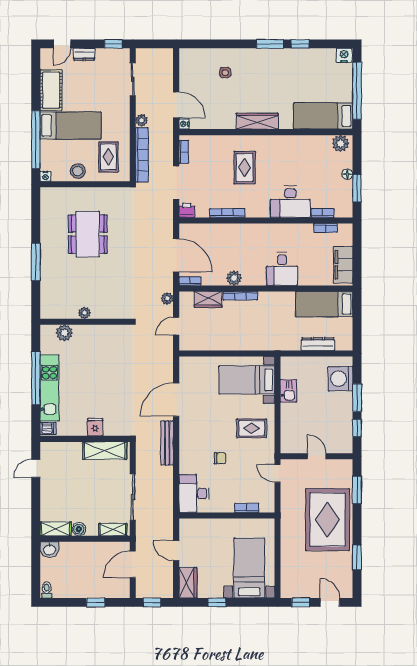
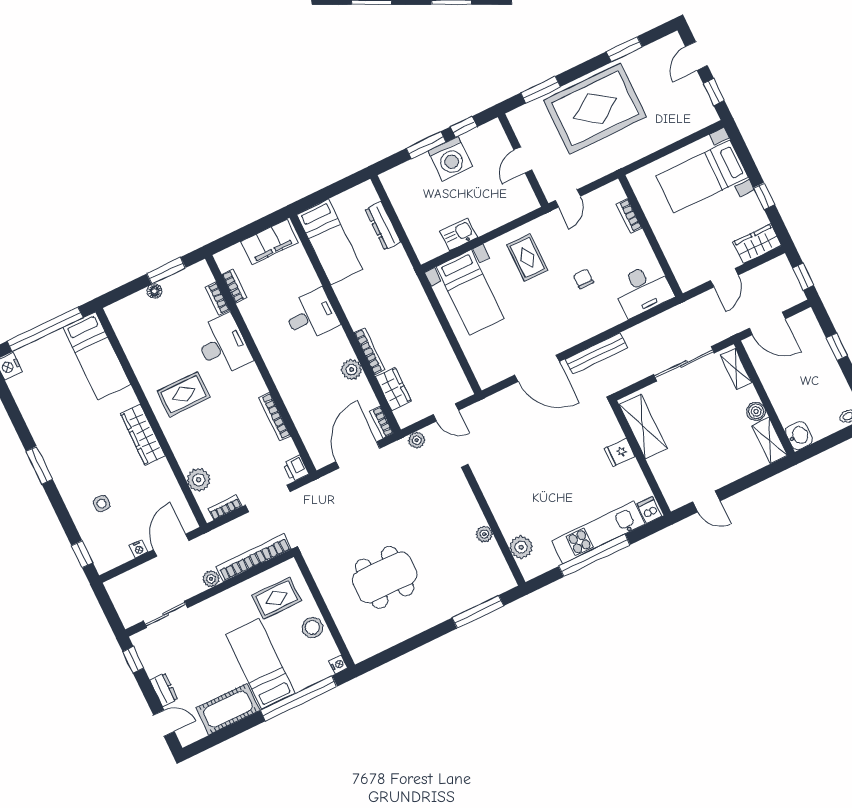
window: (300, 44) -> (82, 554), moved
nightstand: (184, 124) -> (139, 549), moved
plant: (341, 143) -> (199, 480), moved
rug: (245, 168) -> (184, 394), moved
window: (36, 262) -> (478, 612), moved
washing machine: (340, 379) -> (450, 159), moved

